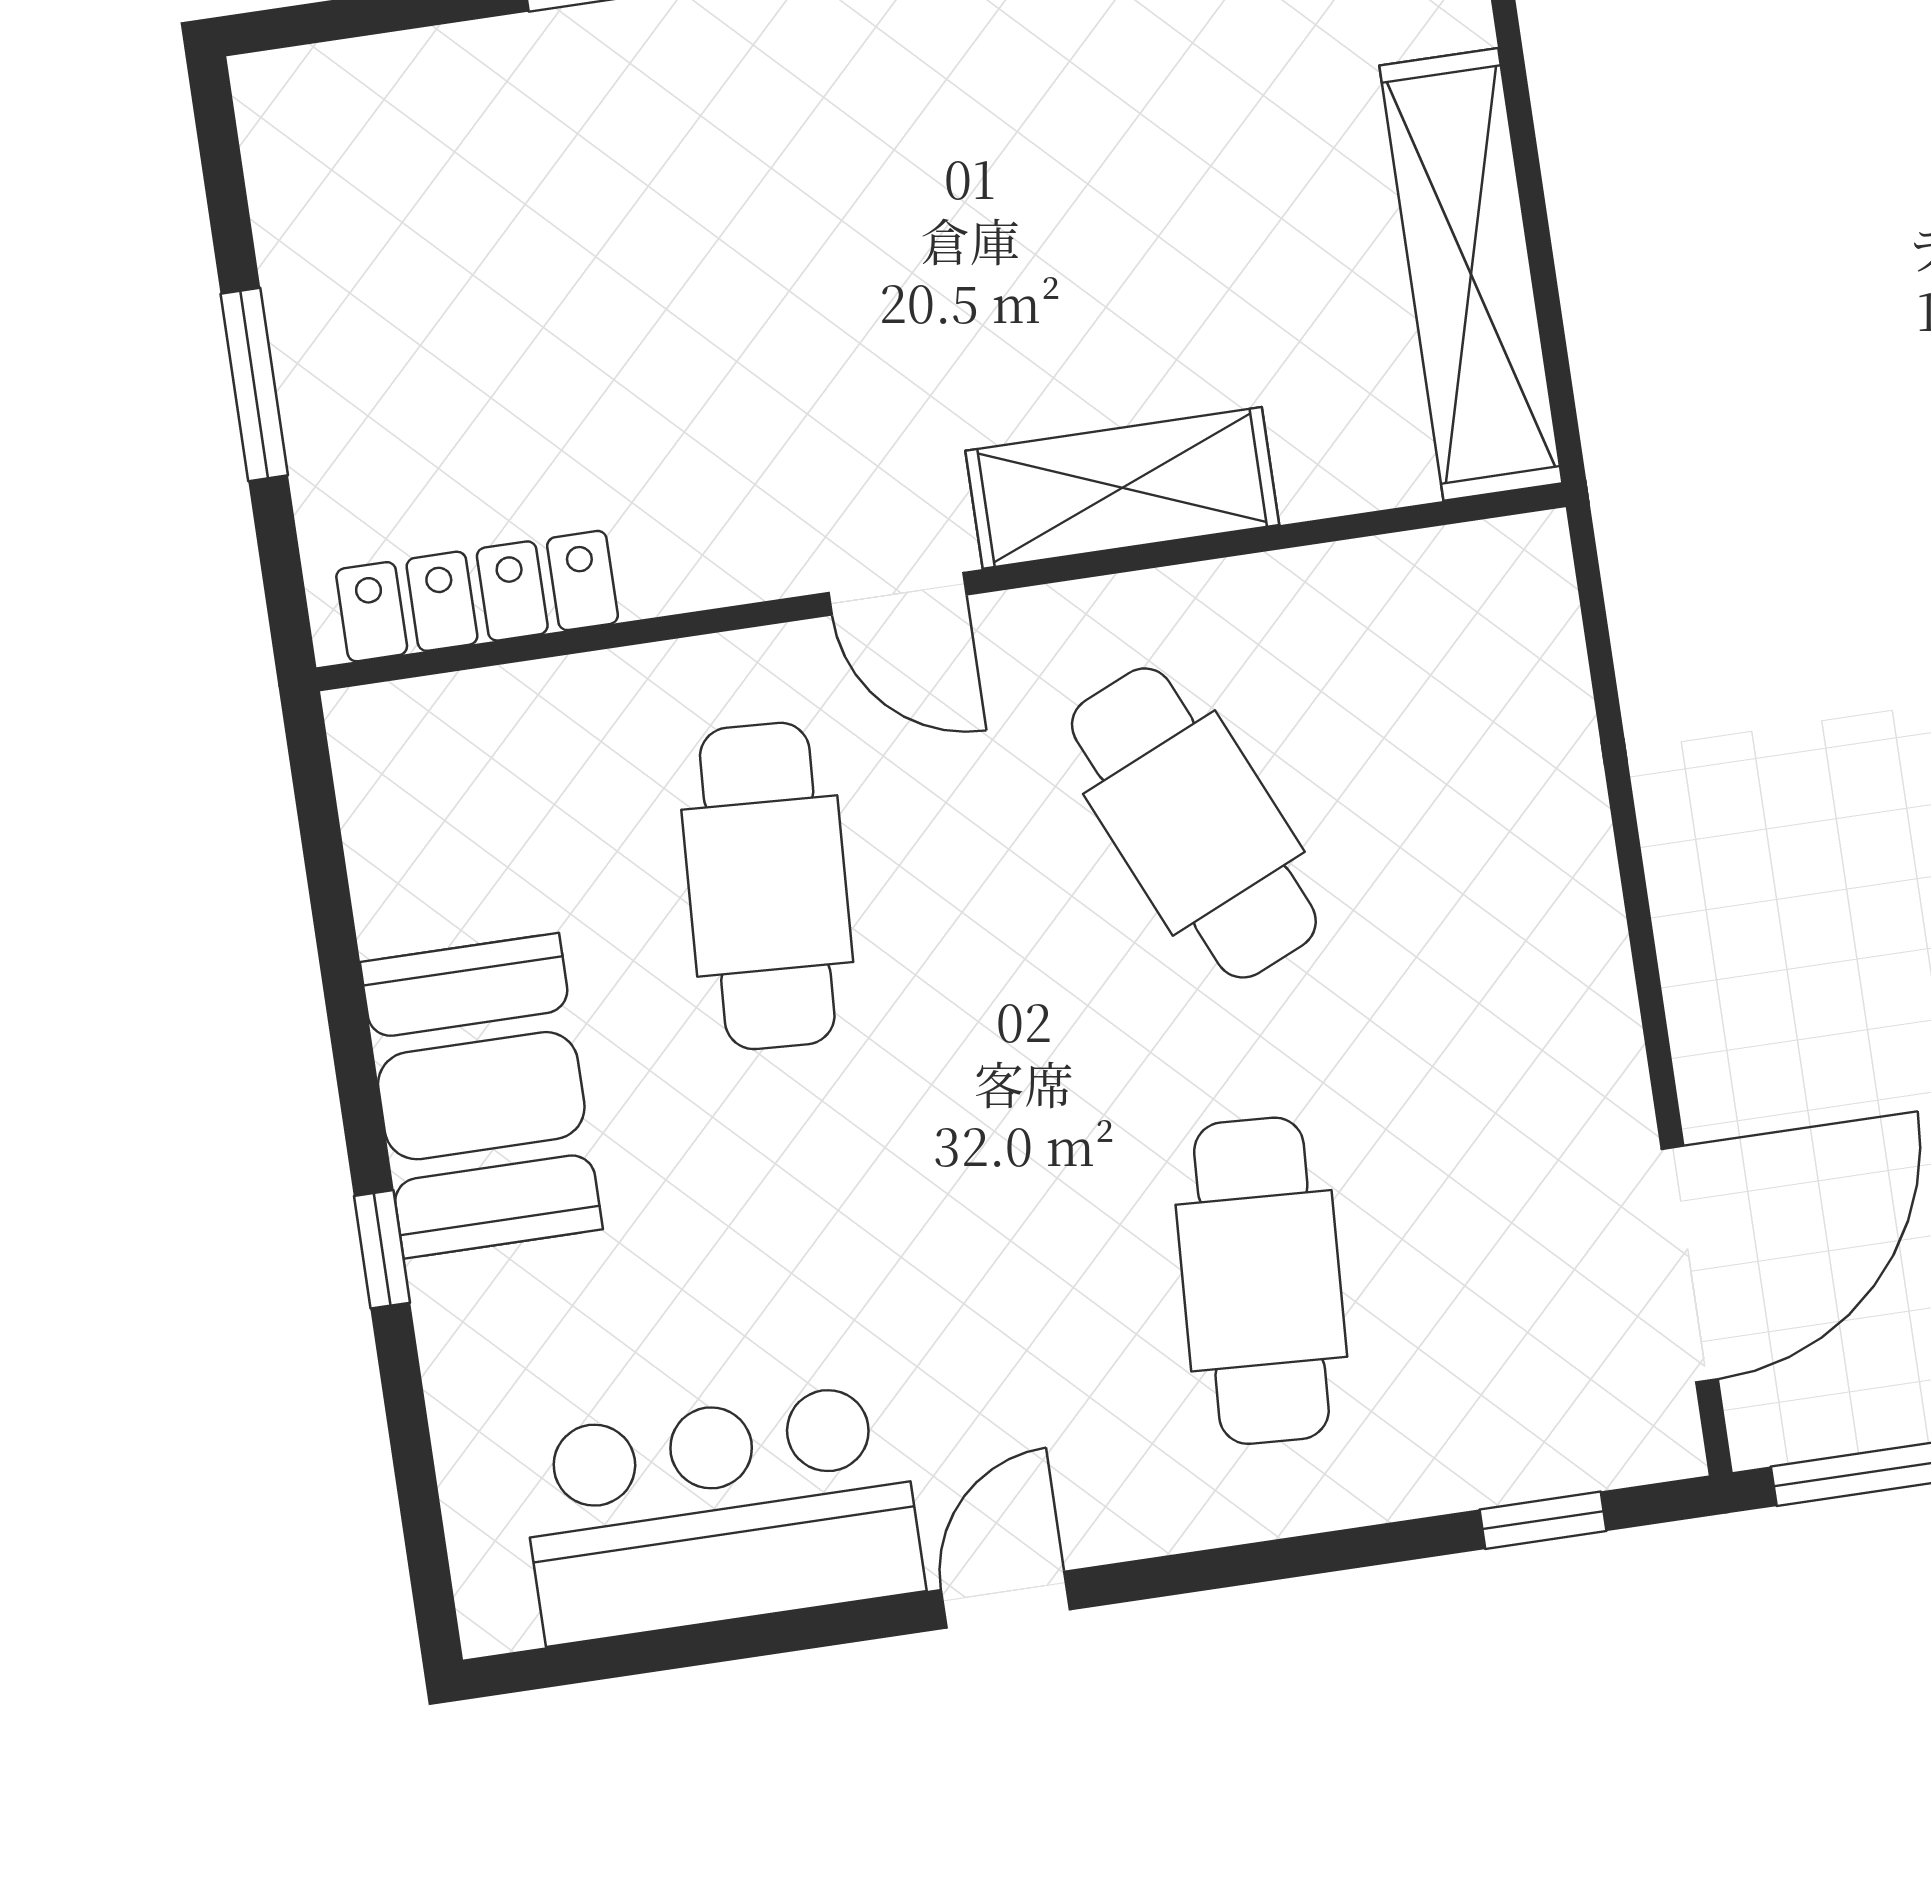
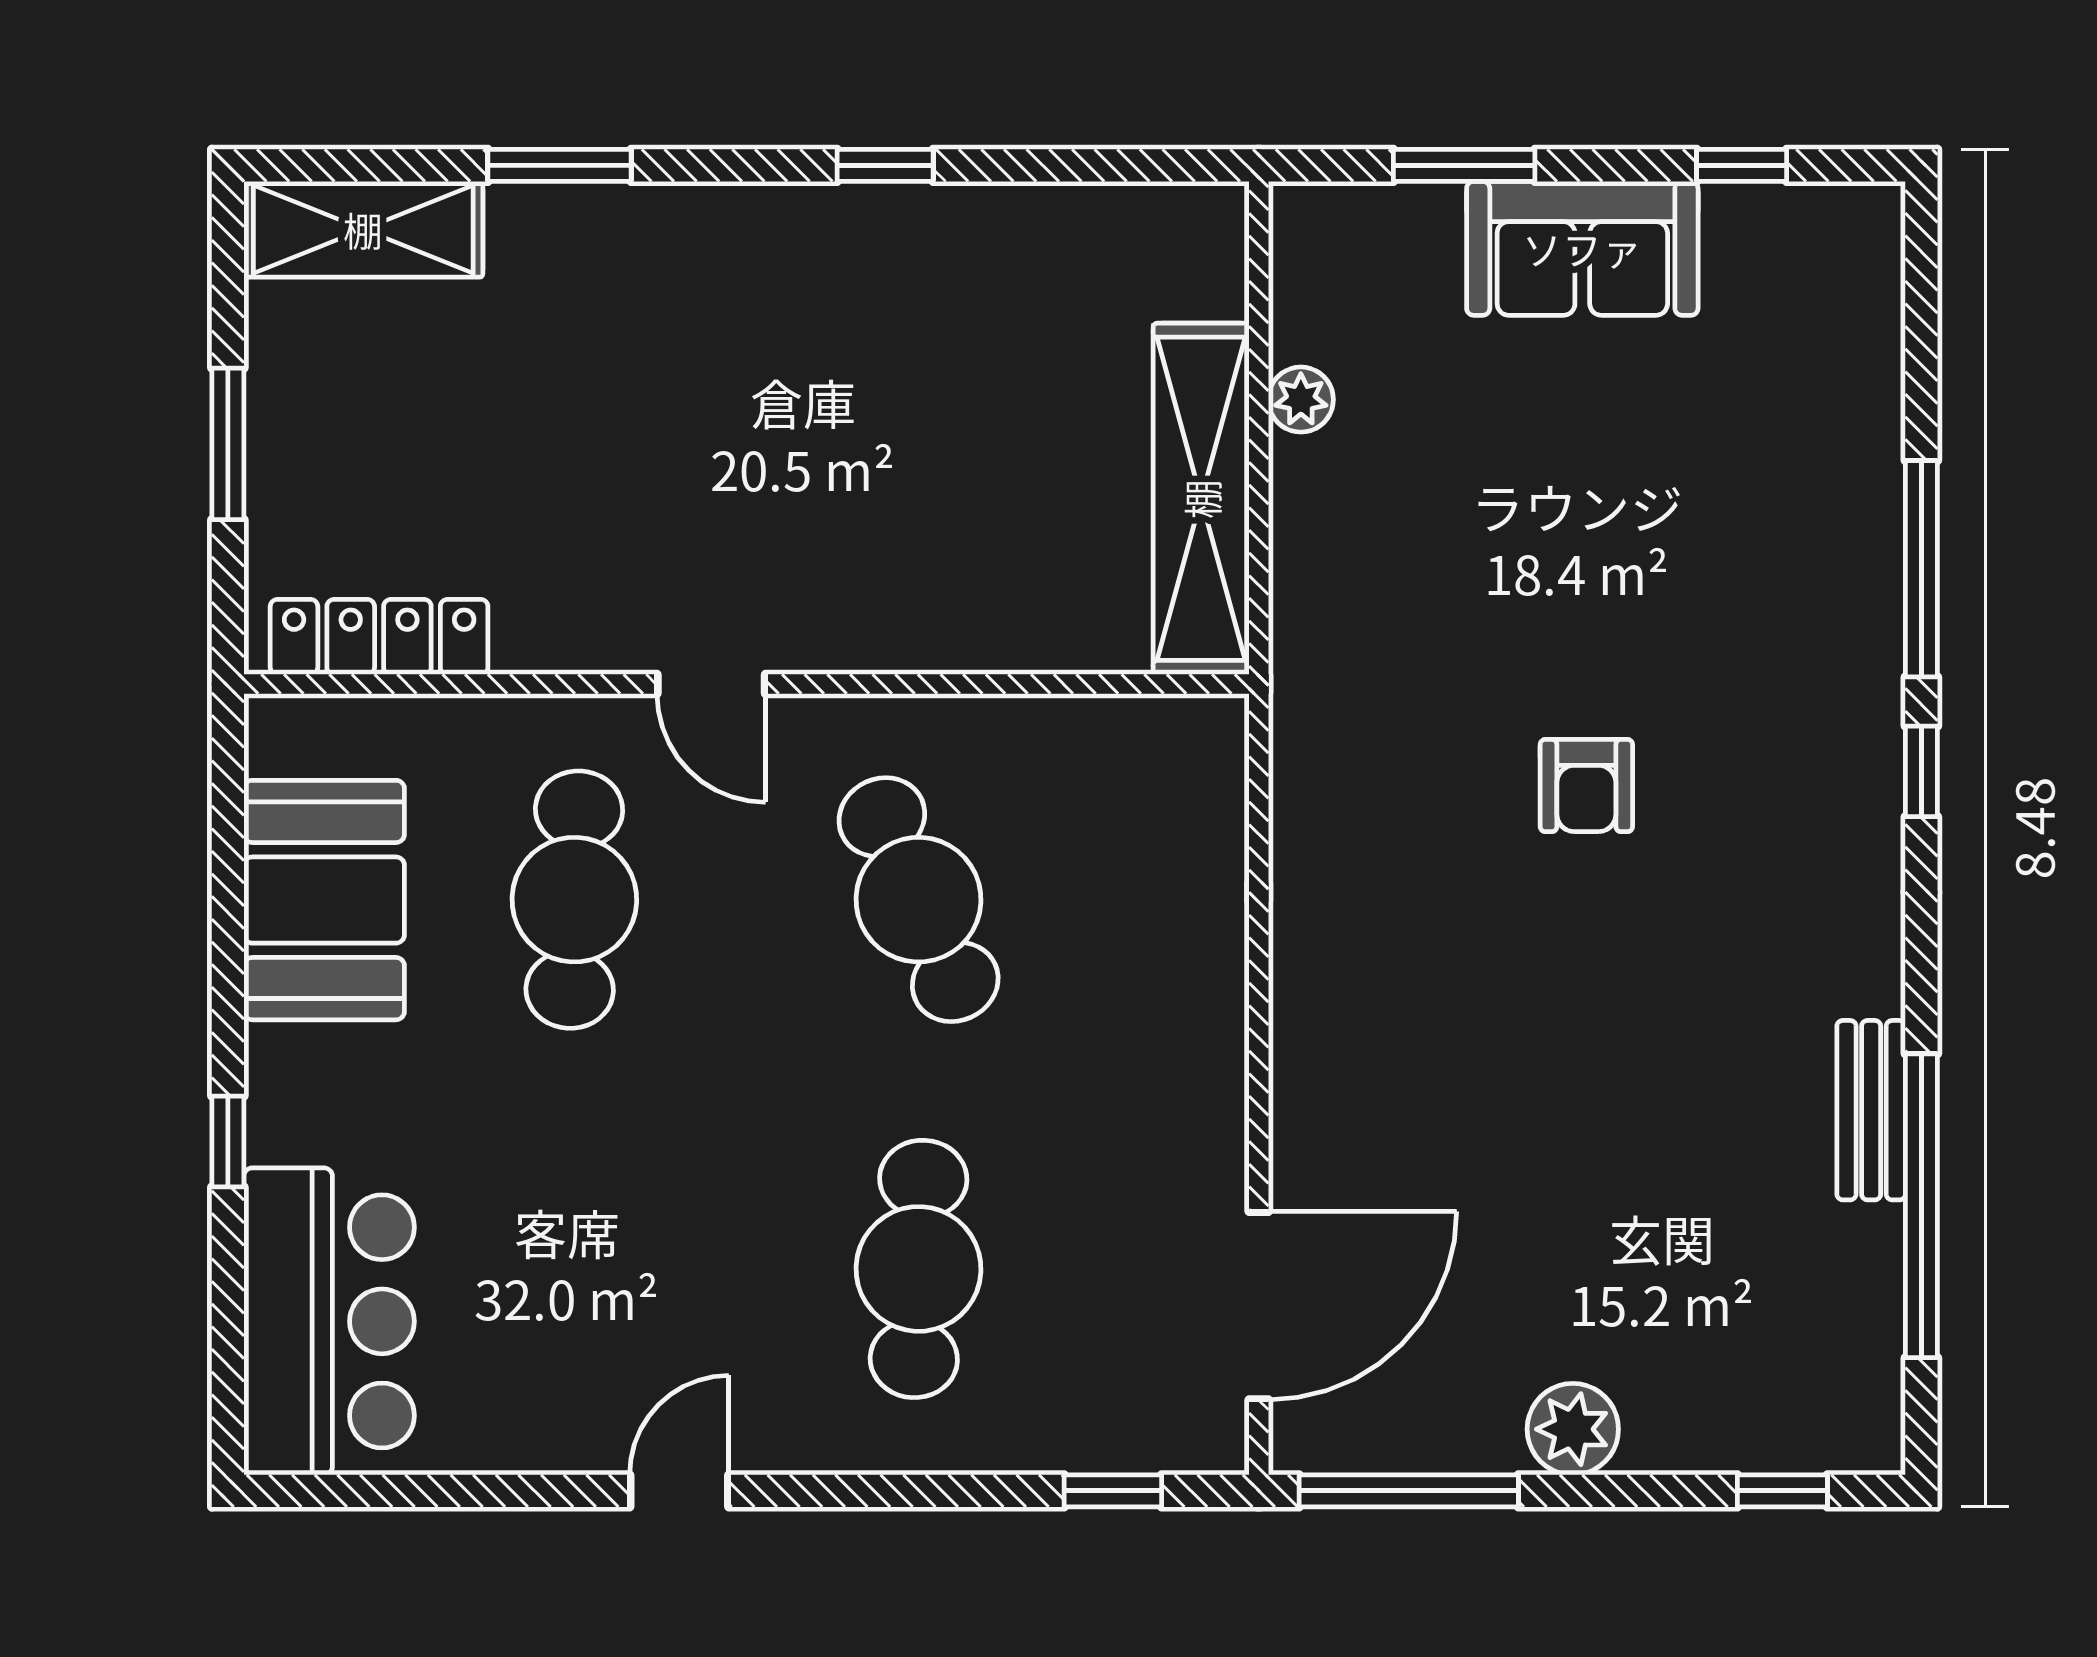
plant: (1576, 133) -> (1301, 400), added
shelving: (1122, 488) -> (363, 229), moved
booth: (481, 1096) -> (324, 900), moved
bar counter: (721, 1513) -> (329, 1321), moved, turned 90

